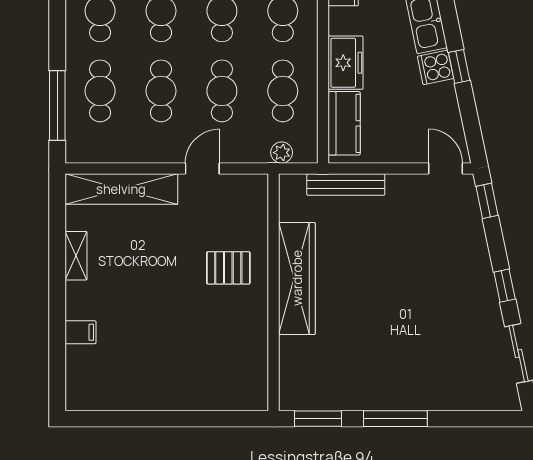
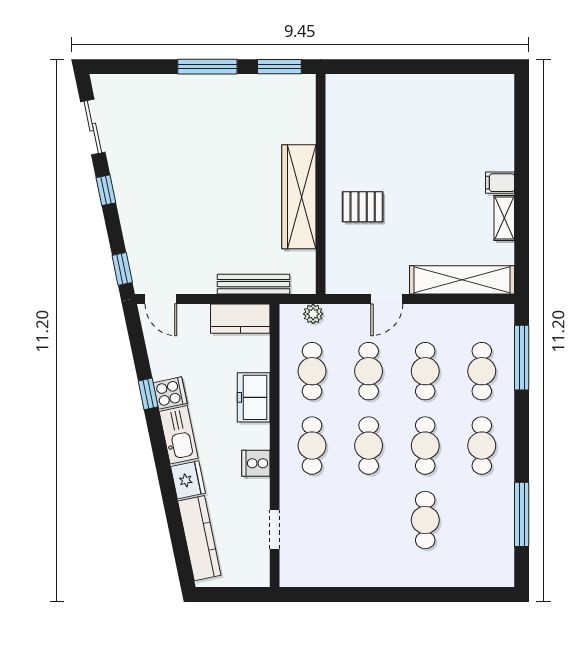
kitchen counter: (344, 123) -> (240, 319), moved, turned -90
filing cabinet: (80, 332) -> (500, 183), moved

